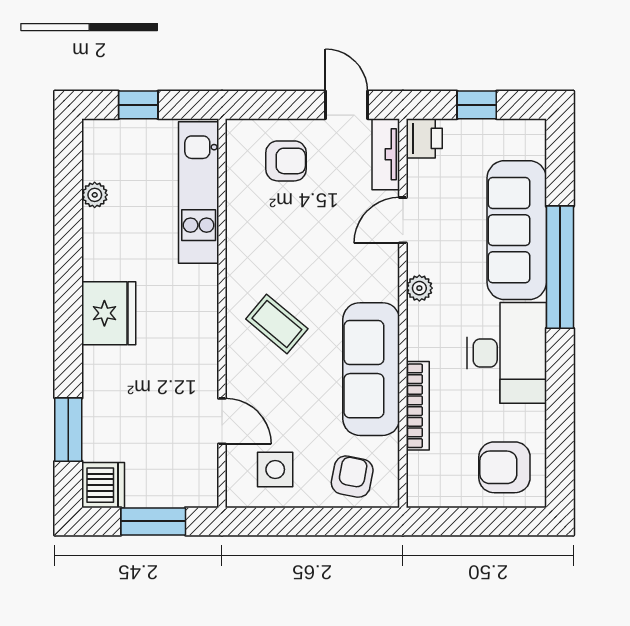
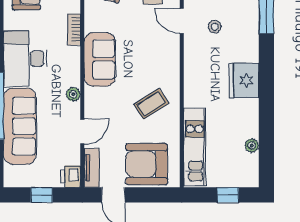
armchair: (286, 161) -> (147, 164), width x1.88, depth x1.88
coffee table: (277, 324) -> (151, 104), moved, turned -73
sofa: (371, 369) -> (100, 59), width x0.73
bookcase: (418, 406) -> (74, 30), width x0.64
stool: (162, 411) -> (215, 27), added

